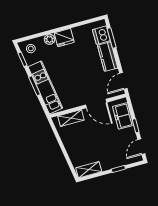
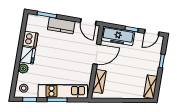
dishwasher: (101, 35) -> (30, 39), moved, turned -90
freezer: (123, 116) -> (118, 36), width x1.40
door: (141, 147) -> (152, 33), hinge flipped

